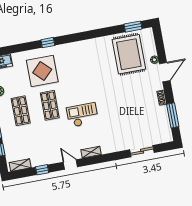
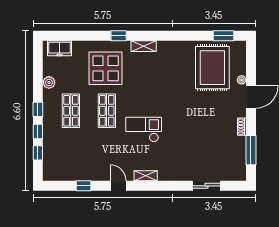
shelving: (20, 165) -> (144, 46), moved

